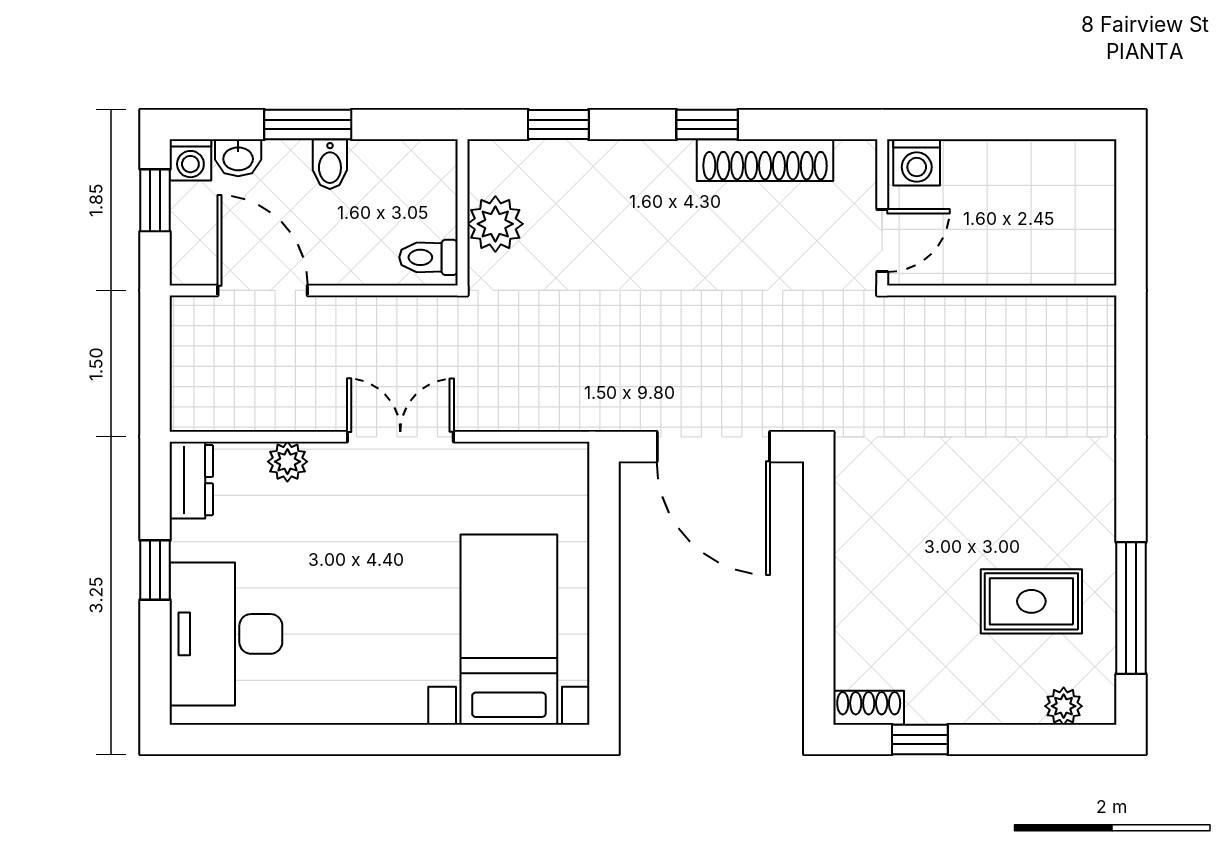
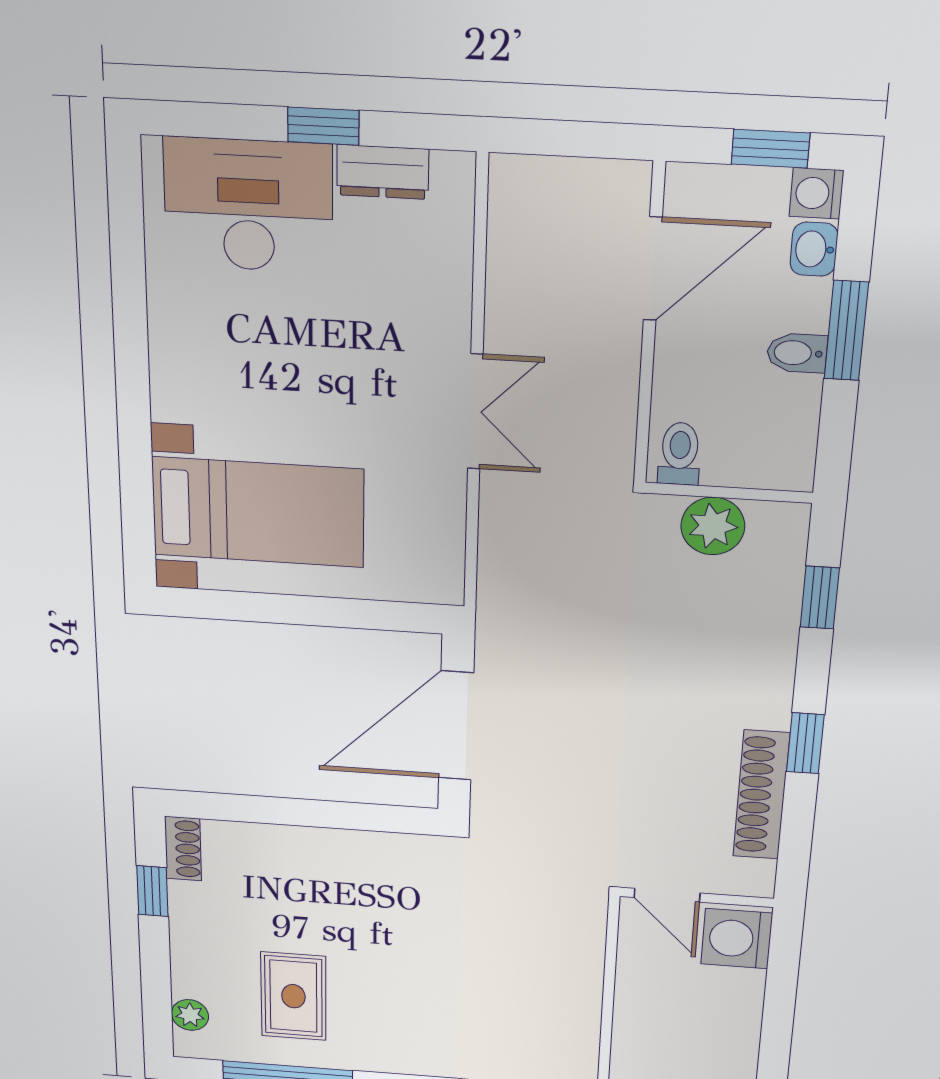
washing machine: (917, 162) -> (737, 939), width x1.38, depth x1.38
plant: (287, 462) -> (450, 286), removed
dresser: (191, 480) -> (383, 172), moved

